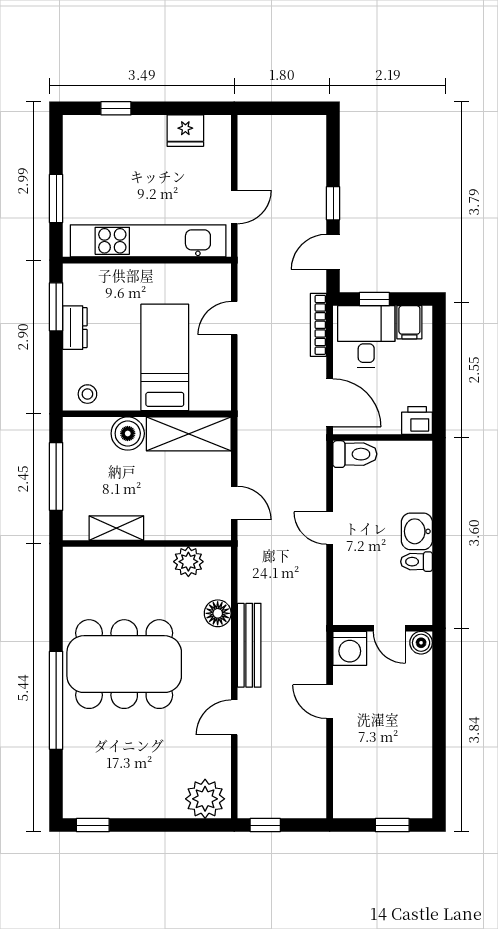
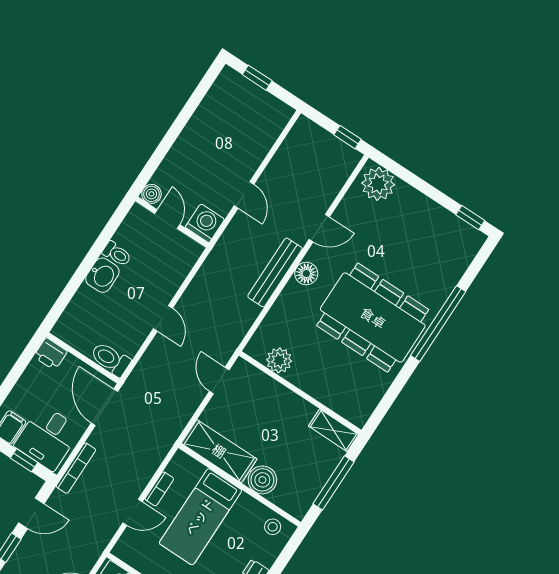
bookcase: (223, 358) -> (159, 489), added
shelving: (116, 528) -> (333, 430), moved
floor lamp: (218, 613) -> (306, 274), moved

